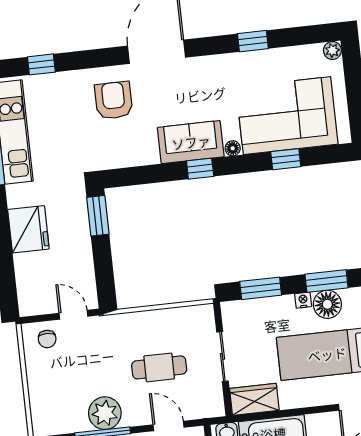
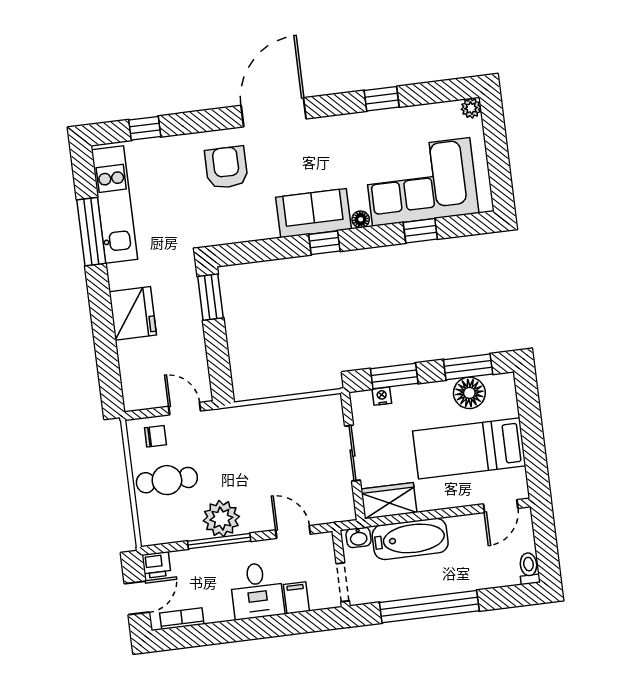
nightstand: (303, 300) -> (382, 396), moved
chair: (47, 339) -> (155, 436), turned -90
cafe table: (159, 367) -> (167, 480), moved

